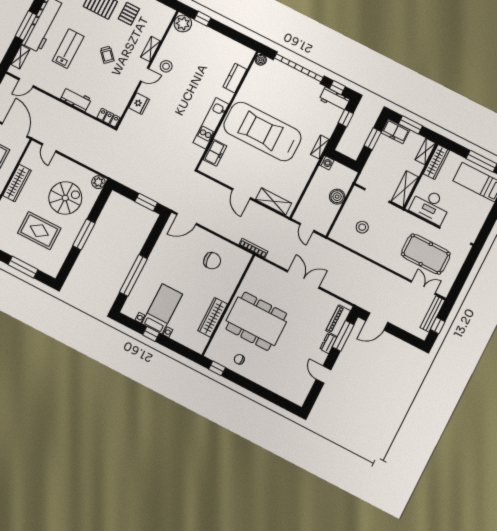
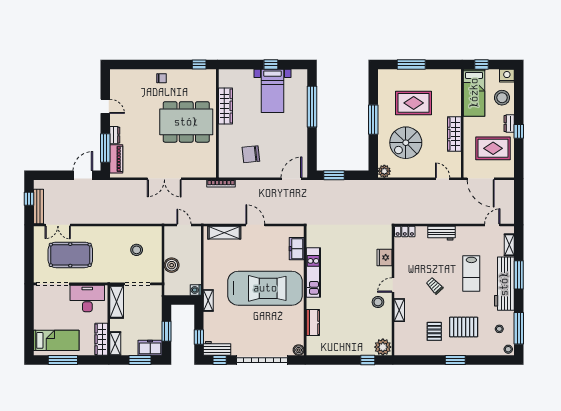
chair: (239, 359) -> (162, 78), moved

